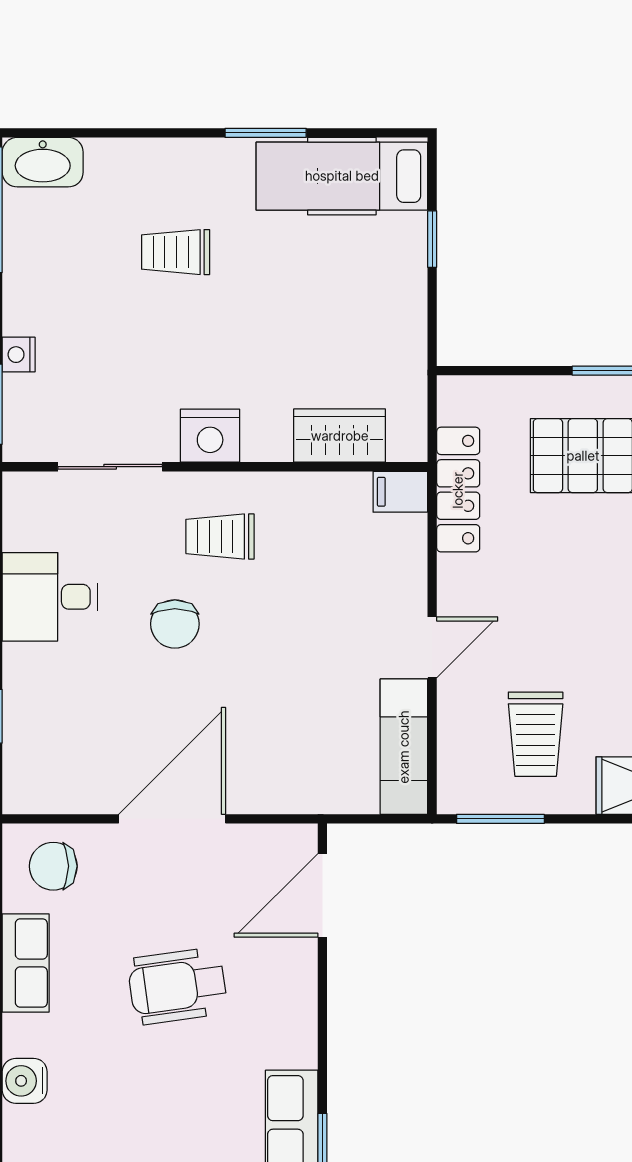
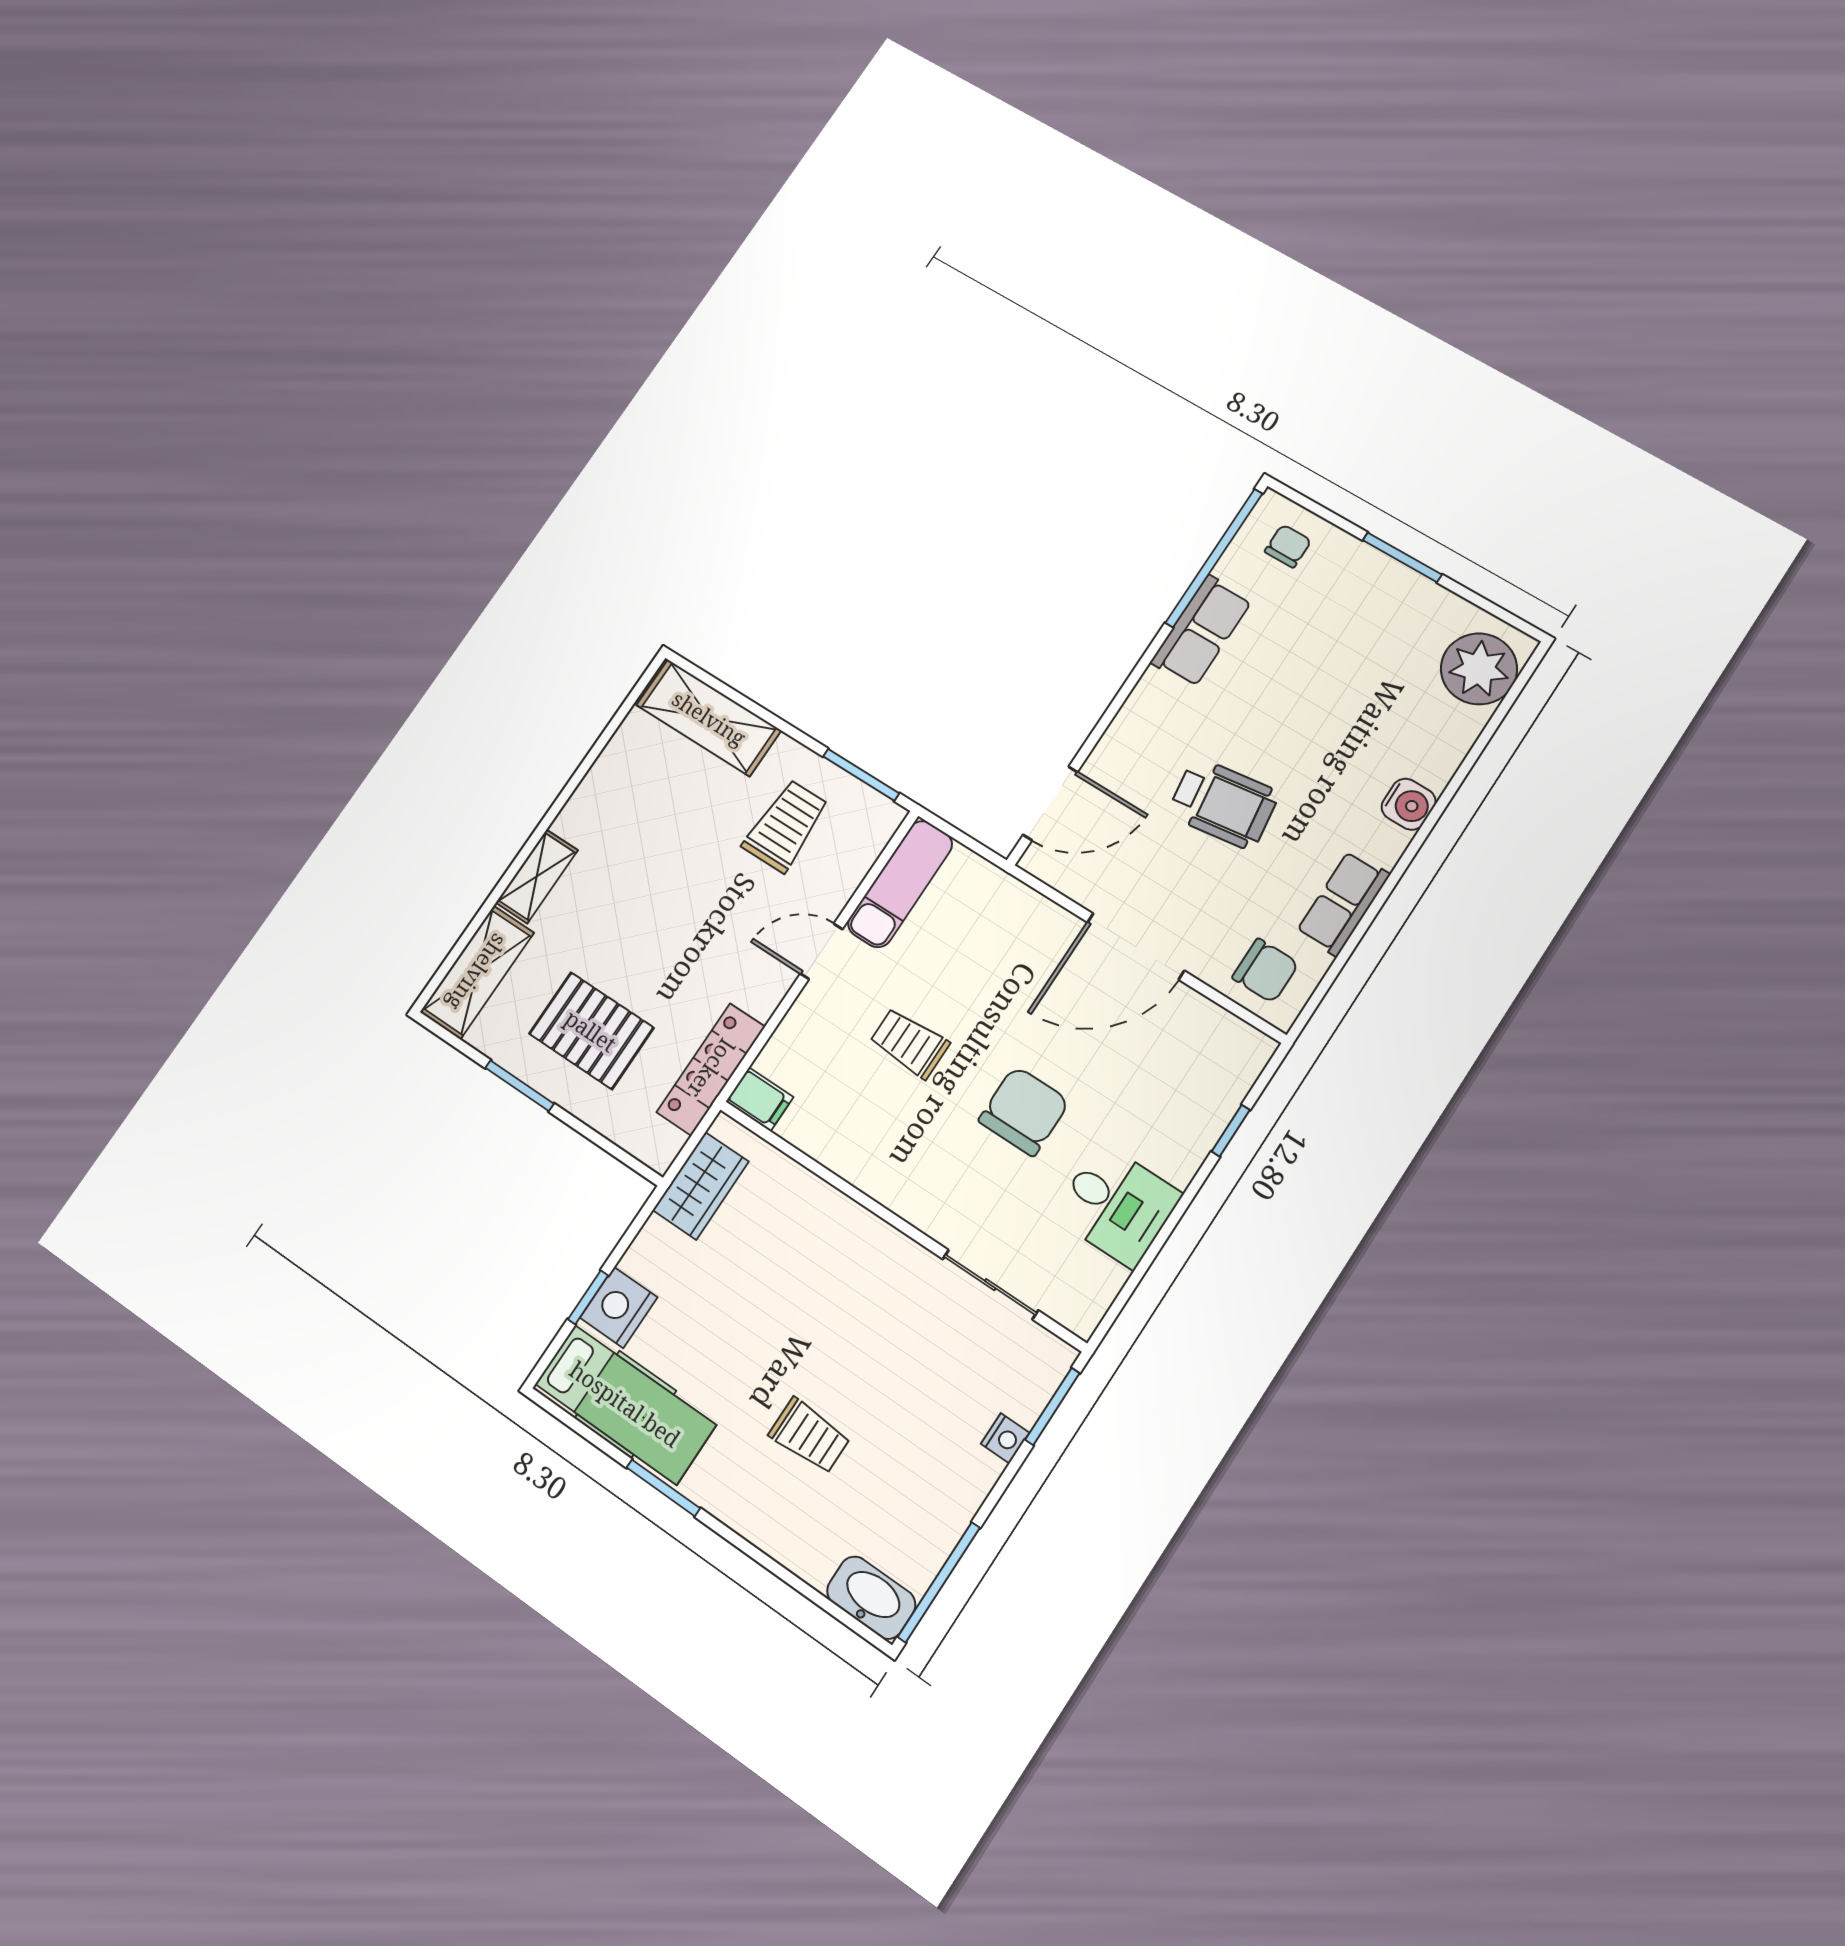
nightstand: (210, 436) -> (619, 1307), moved, turned -90
wardrobe: (340, 436) -> (701, 1186), moved, turned -90
trolley: (220, 536) -> (910, 1043), moved, turned 180
chair: (175, 624) -> (1024, 1111), width x1.37, depth x1.37

